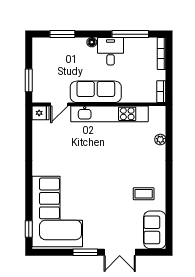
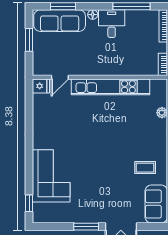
window: (29, 80) -> (29, 40), moved
sofa: (96, 92) -> (60, 21), moved, turned 180
corner sofa: (57, 212) -> (51, 176), width x0.73, depth x0.74

